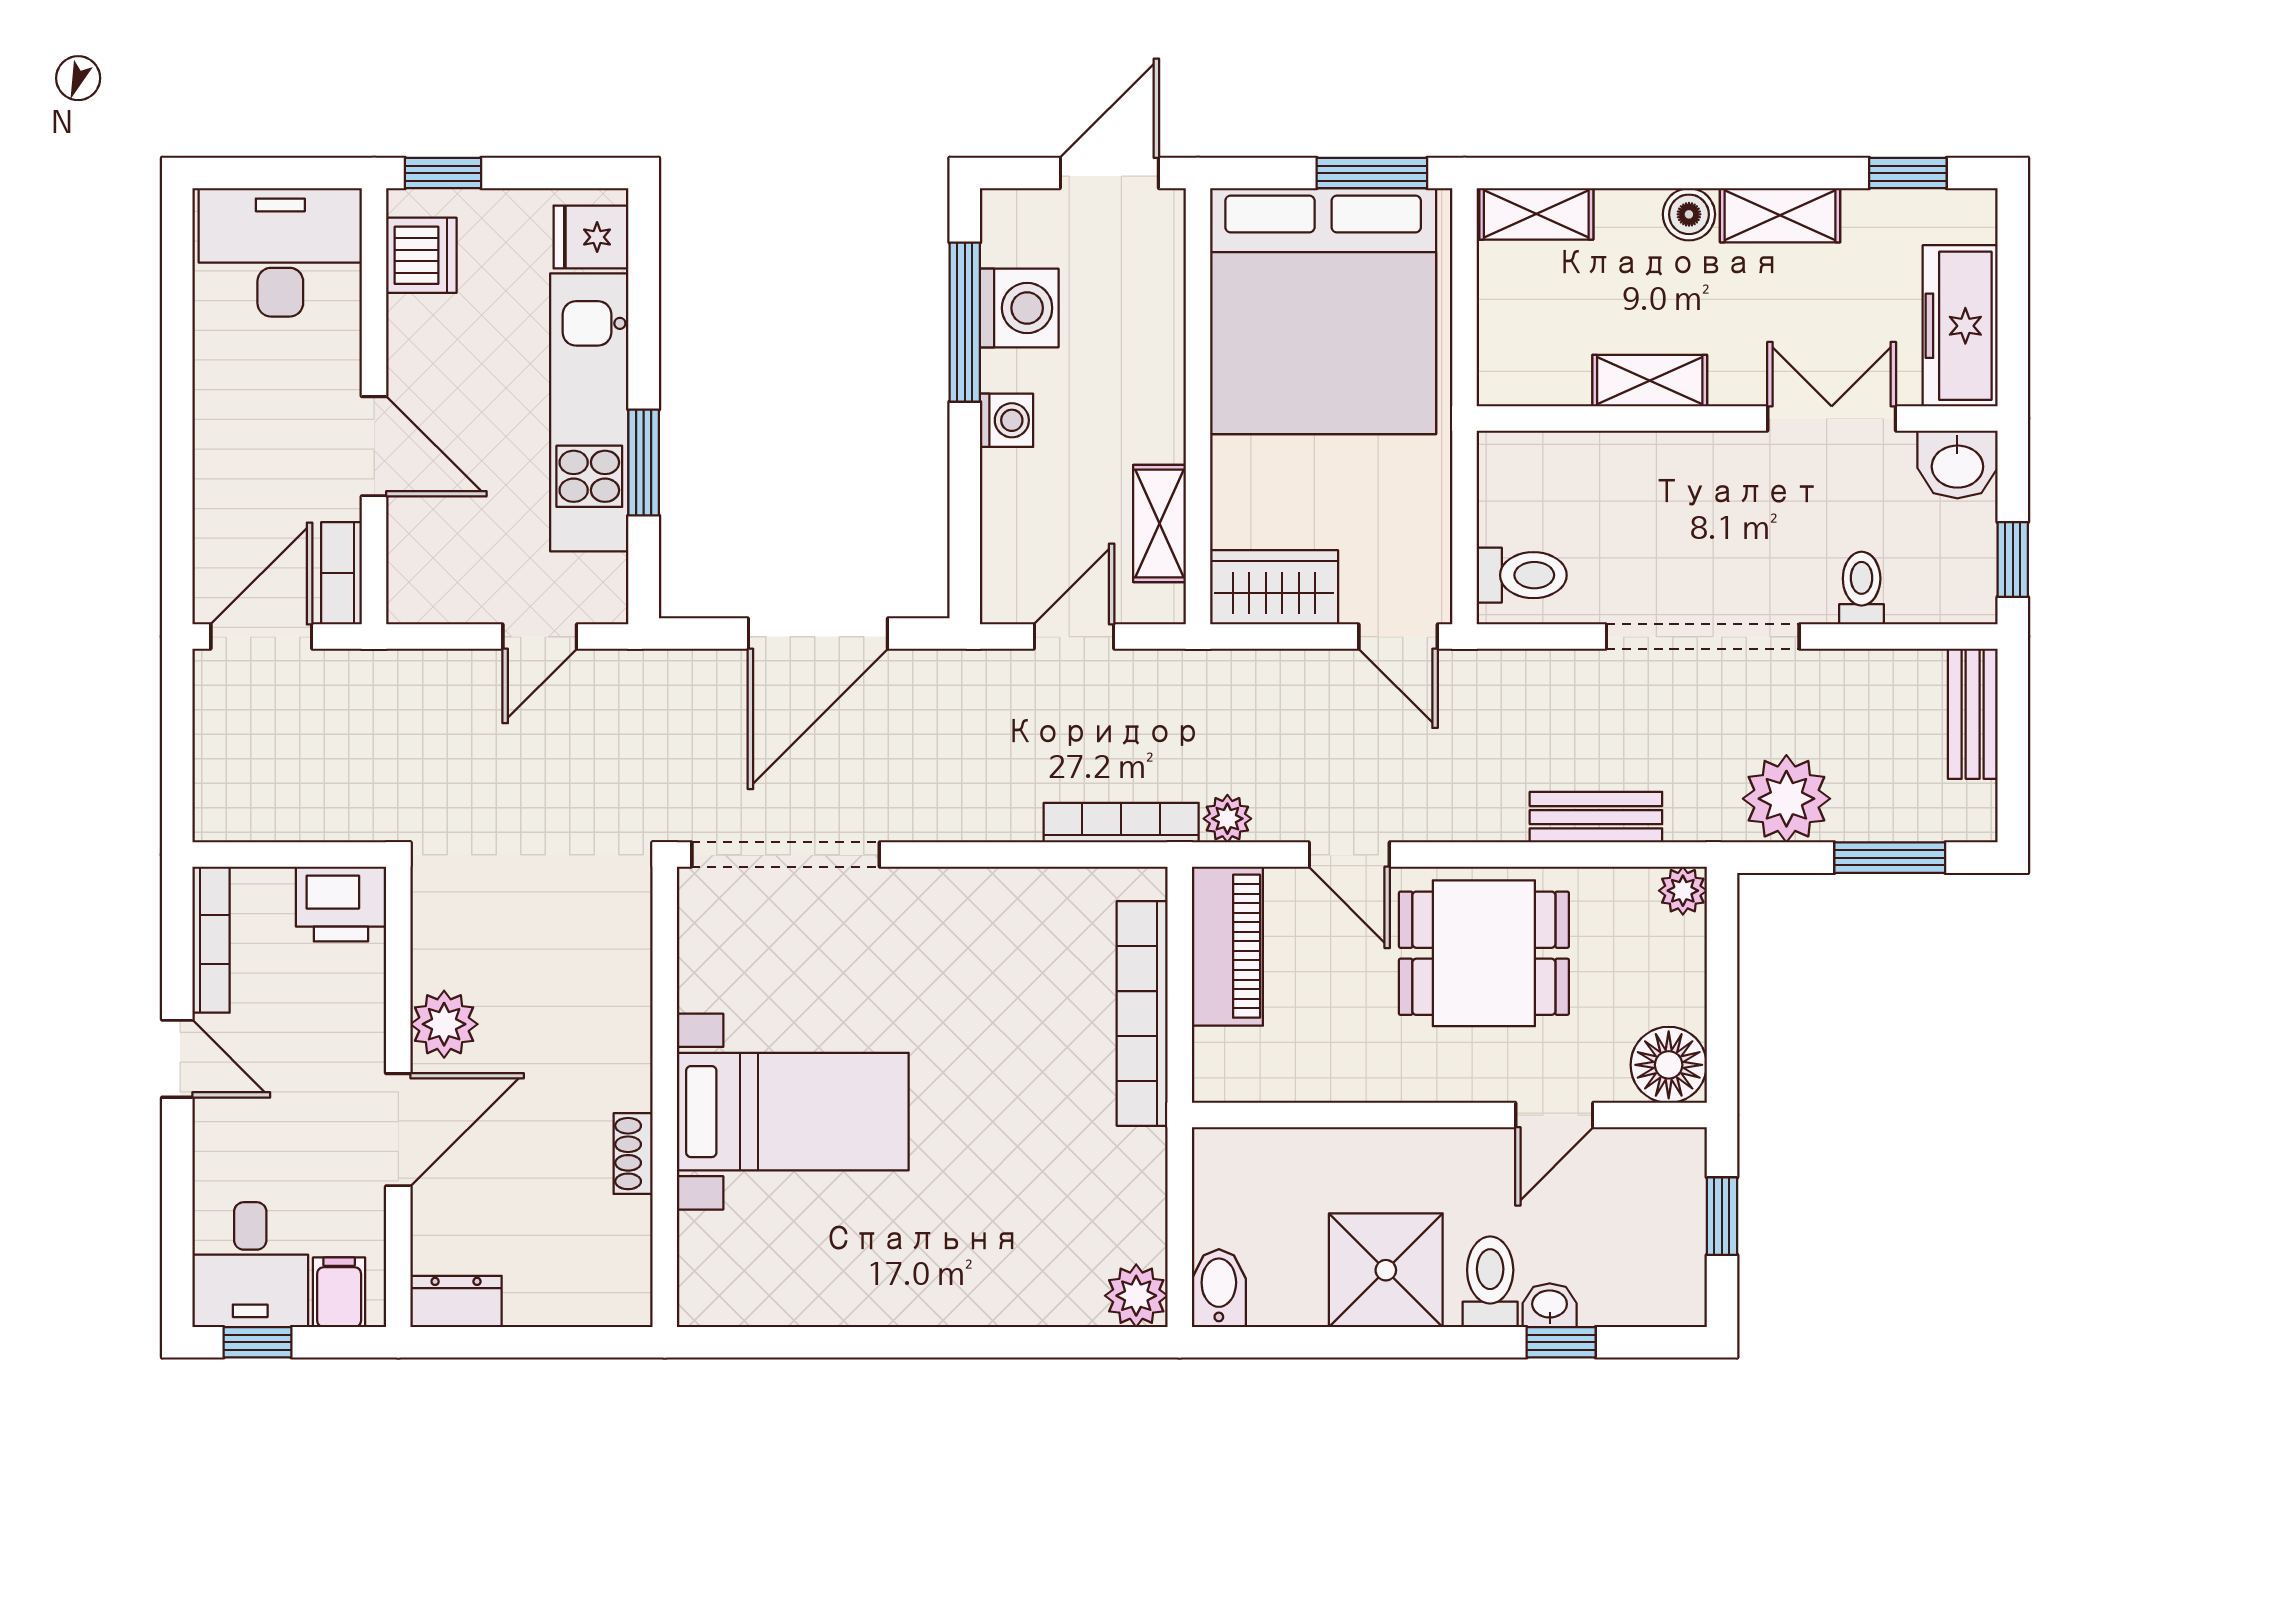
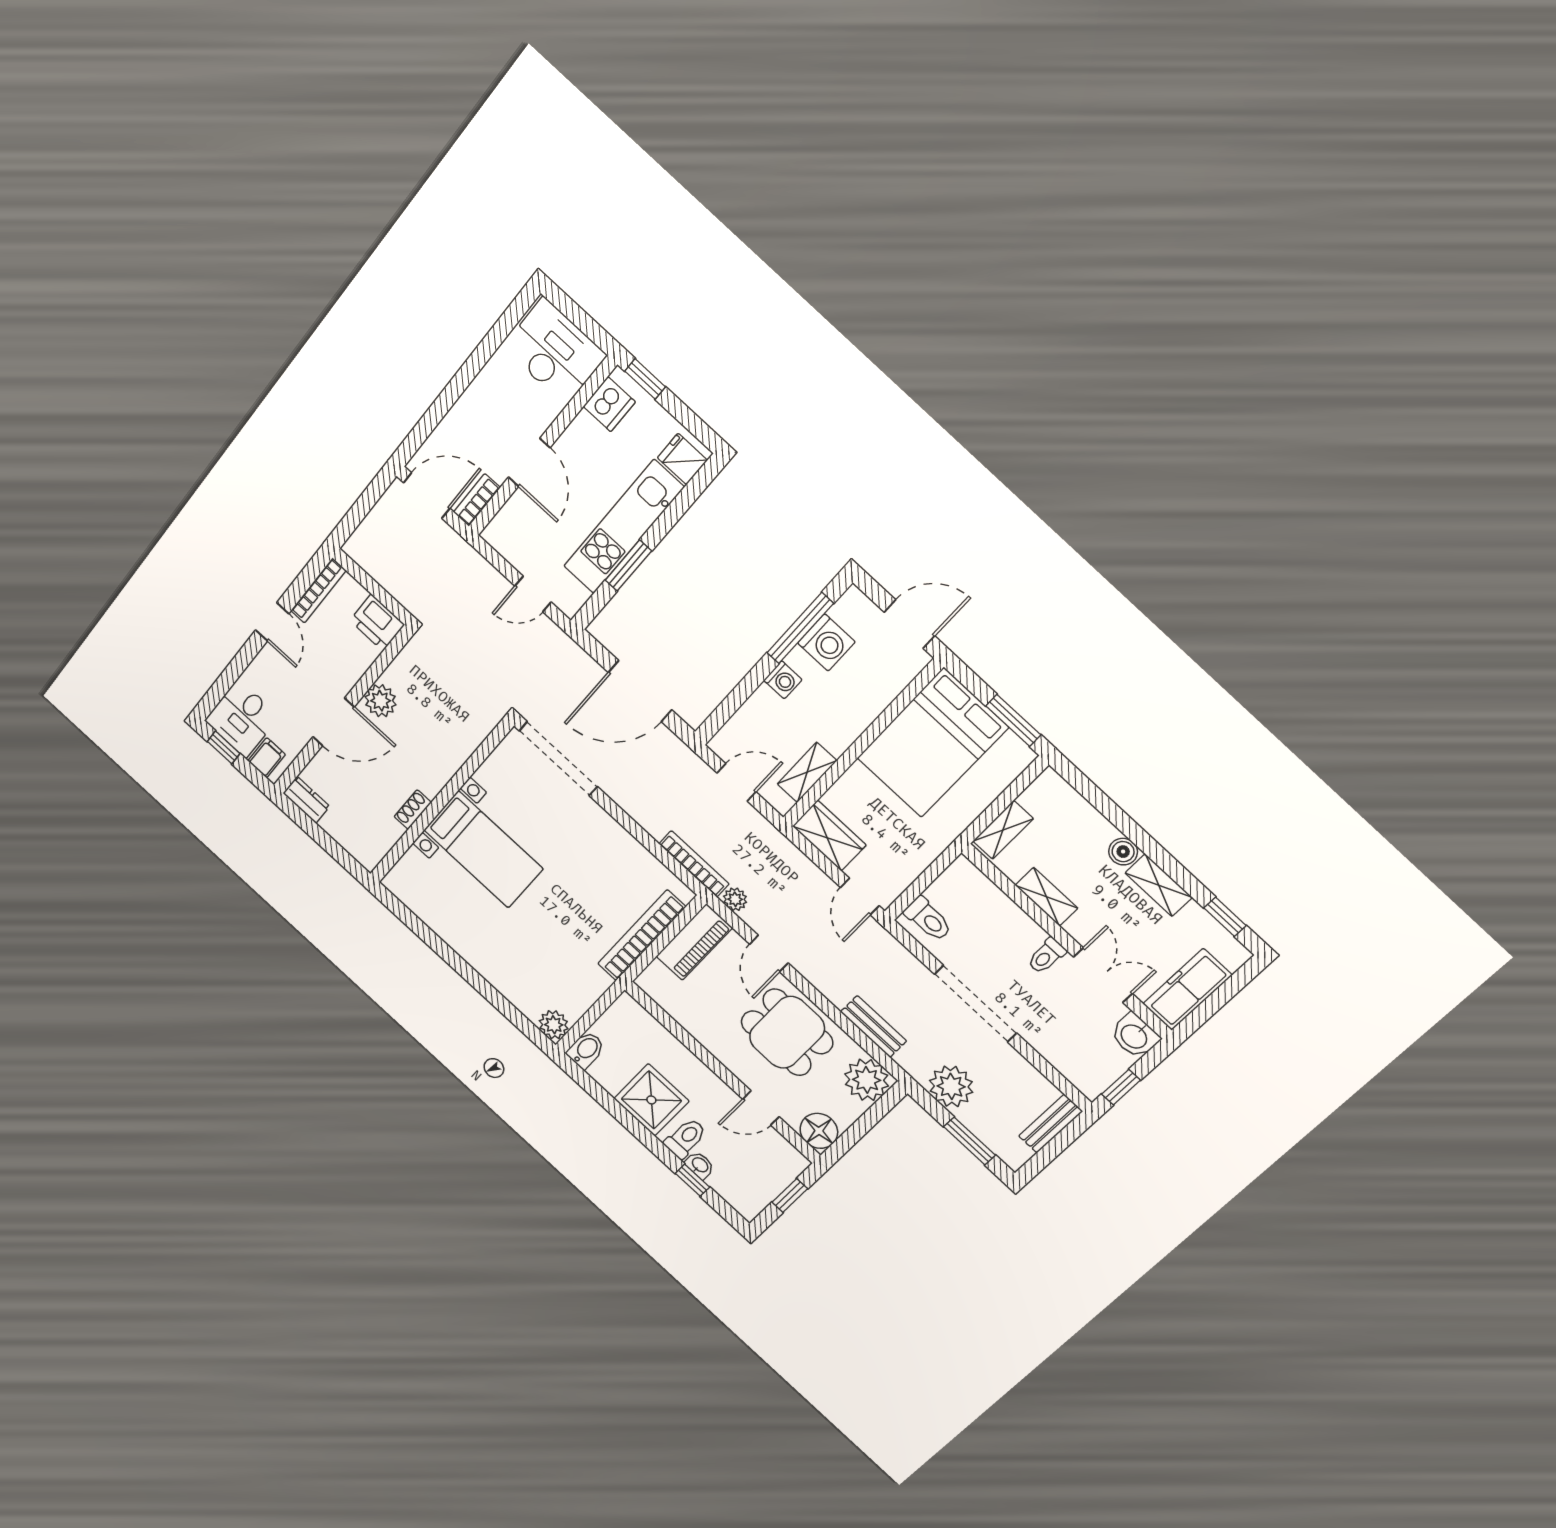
shelving: (1536, 214) -> (1003, 830), moved, turned 90
bed: (1323, 311) -> (932, 743), width x0.73
toilet: (1862, 588) -> (1046, 956), moved, turned 180
plant: (1683, 891) -> (867, 1080), width x1.88, depth x1.88

